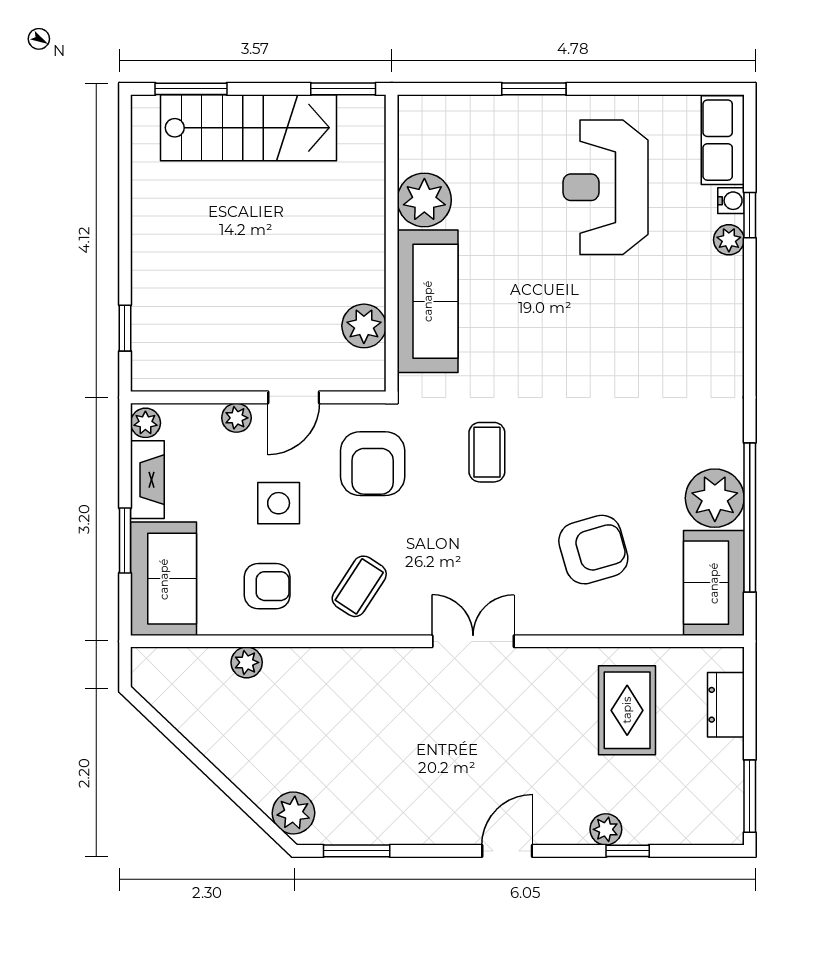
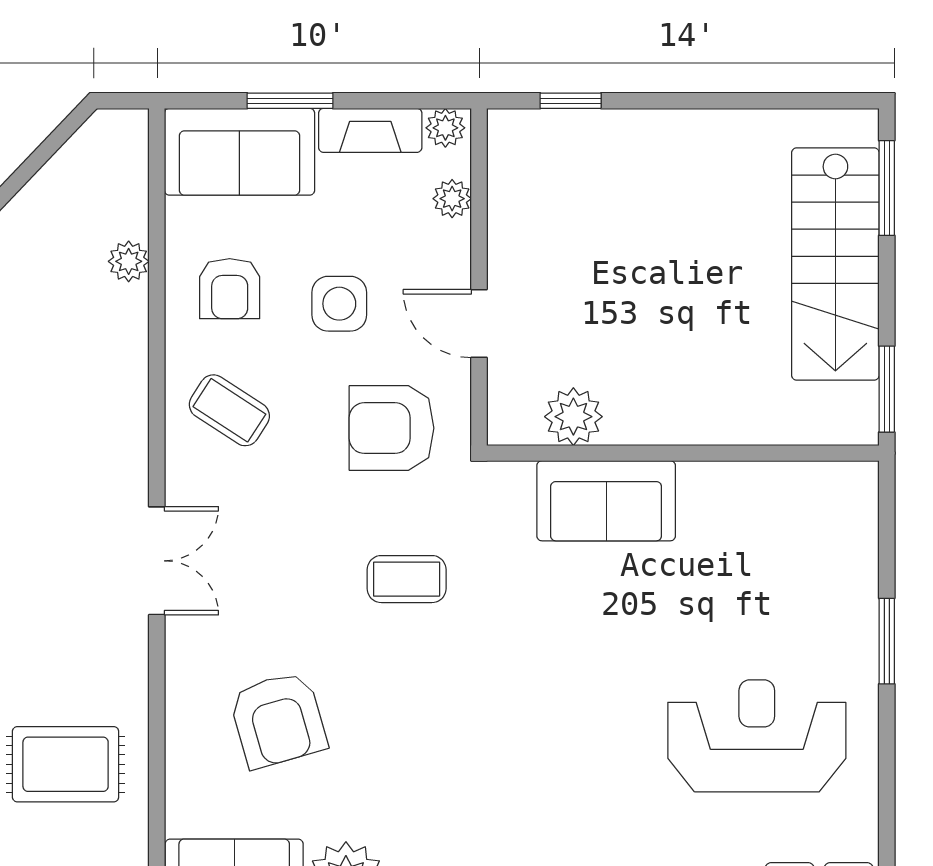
plant: (424, 200) -> (740, 496), removed
sofa: (428, 301) -> (606, 501), width x0.73
plant: (236, 418) -> (452, 199), moved

